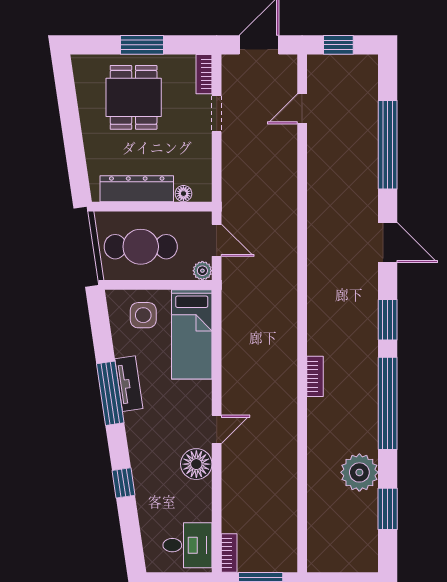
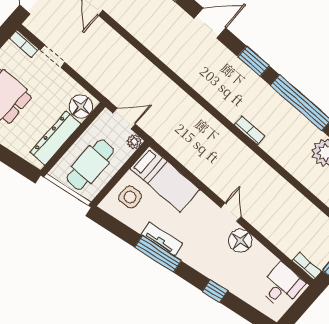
floor lamp: (183, 194) -> (81, 107), width x1.89, depth x1.89

